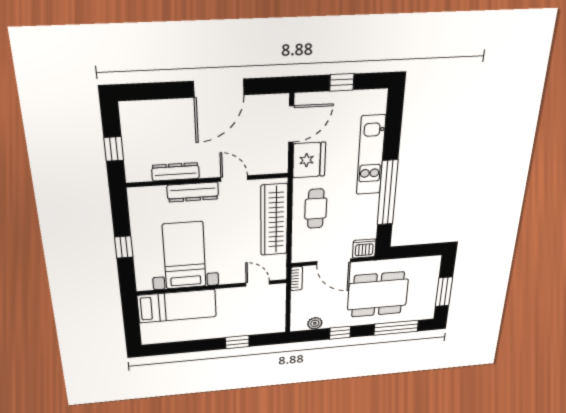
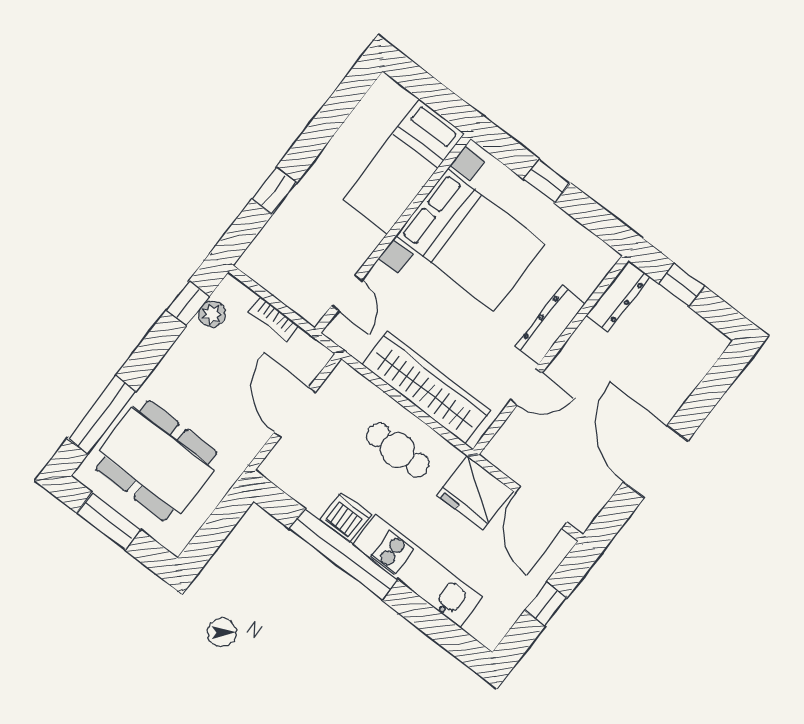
dresser: (175, 172) -> (618, 296), moved
dishwasher: (364, 249) -> (345, 517), moved, turned -90
bed with nightstands: (184, 256) -> (471, 240), width x1.36
door: (334, 262) -> (295, 413), hinge flipped
bookcase: (297, 278) -> (274, 319), moved
door: (258, 284) -> (347, 293), hinge flipped
dining table: (378, 294) -> (156, 461), moved, turned 90
window: (340, 333) -> (188, 303), moved

